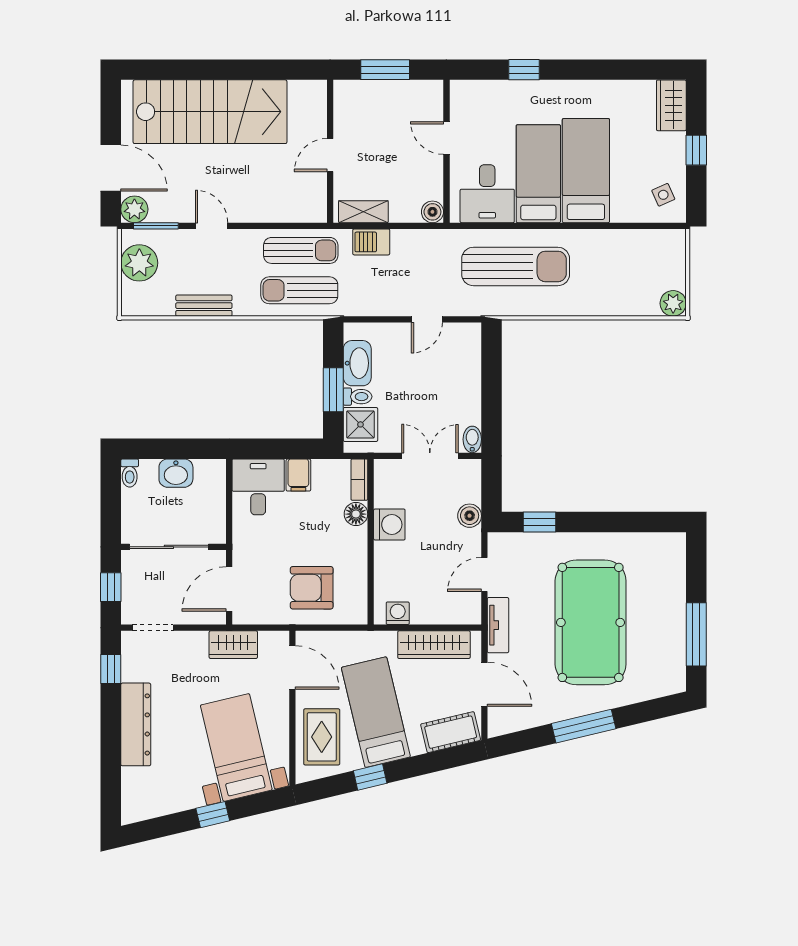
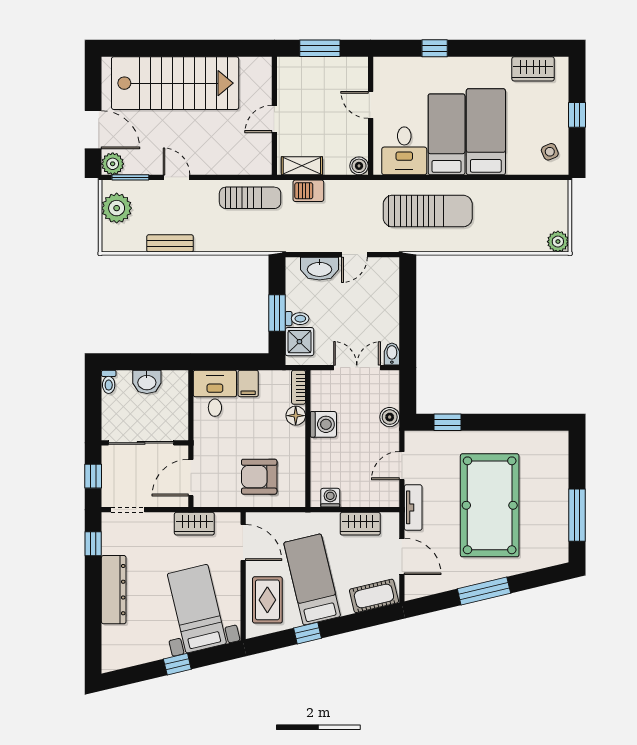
wardrobe: (671, 105) -> (533, 69), moved, turned -90
sun lounger: (299, 290) -> (249, 231), removed
washbasin: (357, 363) -> (320, 269), moved, turned 90
wardrobe: (434, 645) -> (360, 524), width x0.67

